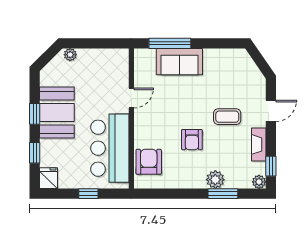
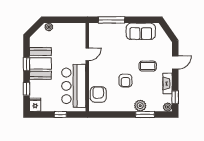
sofa: (179, 62) -> (141, 31), moved

